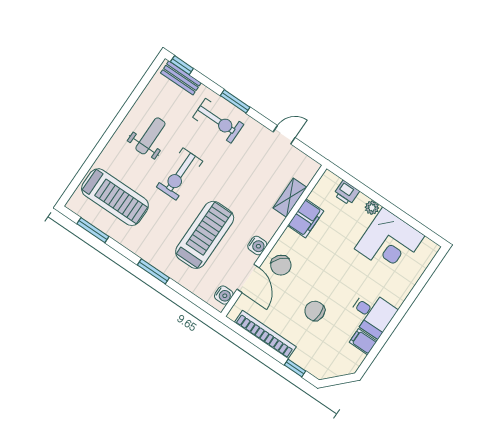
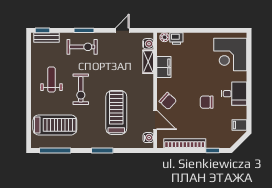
plant: (372, 208) -> (165, 37), moved
window: (93, 230) -> (55, 151), width x1.44
corner desk: (390, 242) -> (230, 55), moved, turned 90
water cooler: (257, 245) -> (148, 44), moved
chair: (315, 311) -> (207, 102), moved
filing cabinet: (363, 342) -> (239, 125), moved

